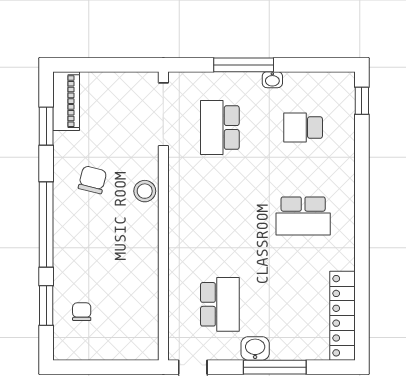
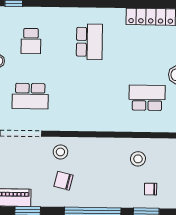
stool: (145, 191) -> (60, 152), moved
stool: (127, 292) -> (138, 159), added

